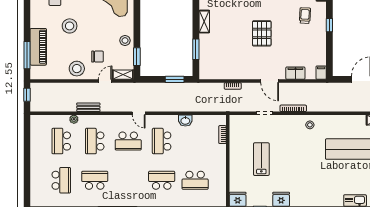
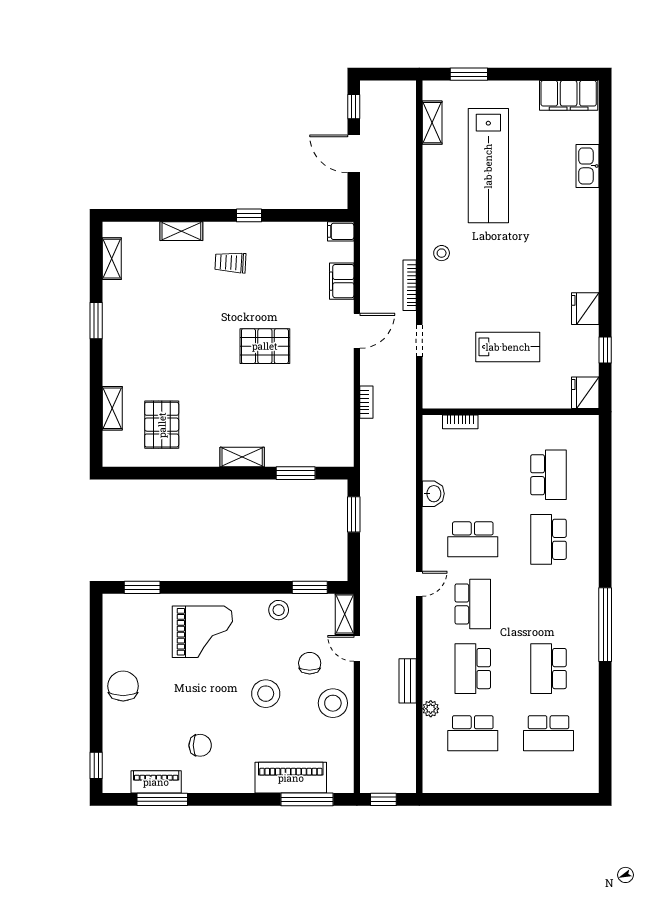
stool: (70, 26) -> (266, 694), moved
school desk: (95, 141) -> (473, 669), turned 90
lab bench: (261, 159) -> (508, 347), turned 180
school desk: (61, 180) -> (548, 733), turned 180

